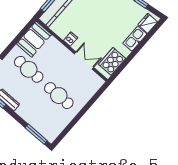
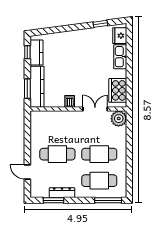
booth: (34, 39) -> (41, 127), removed
plant: (95, 82) -> (119, 119), added
cafe table: (42, 115) -> (99, 181), added

